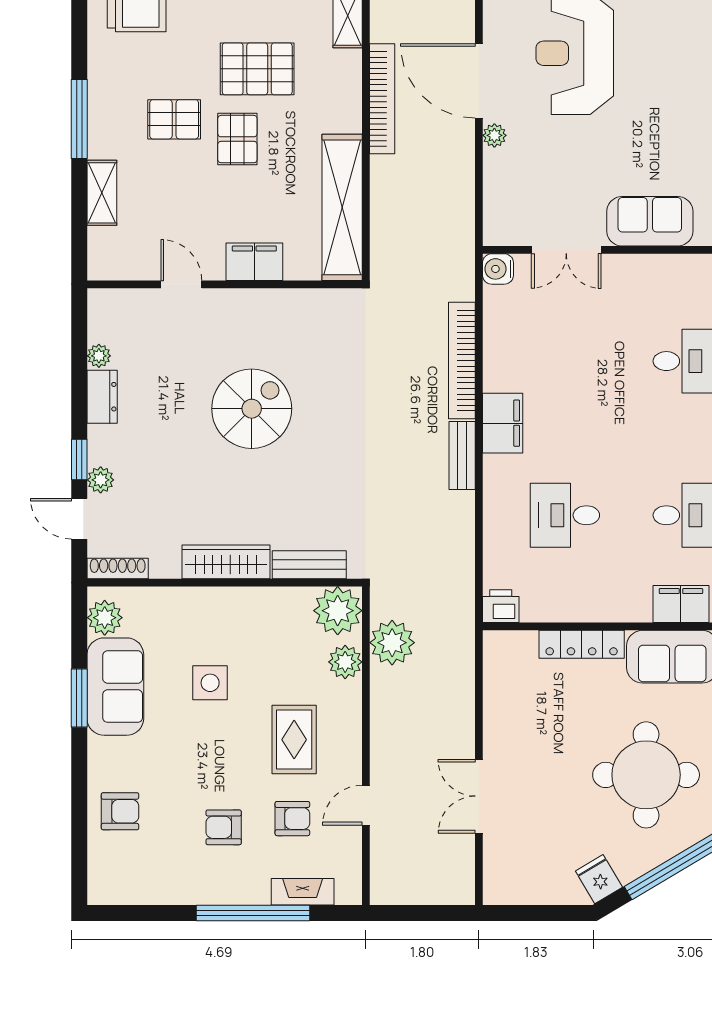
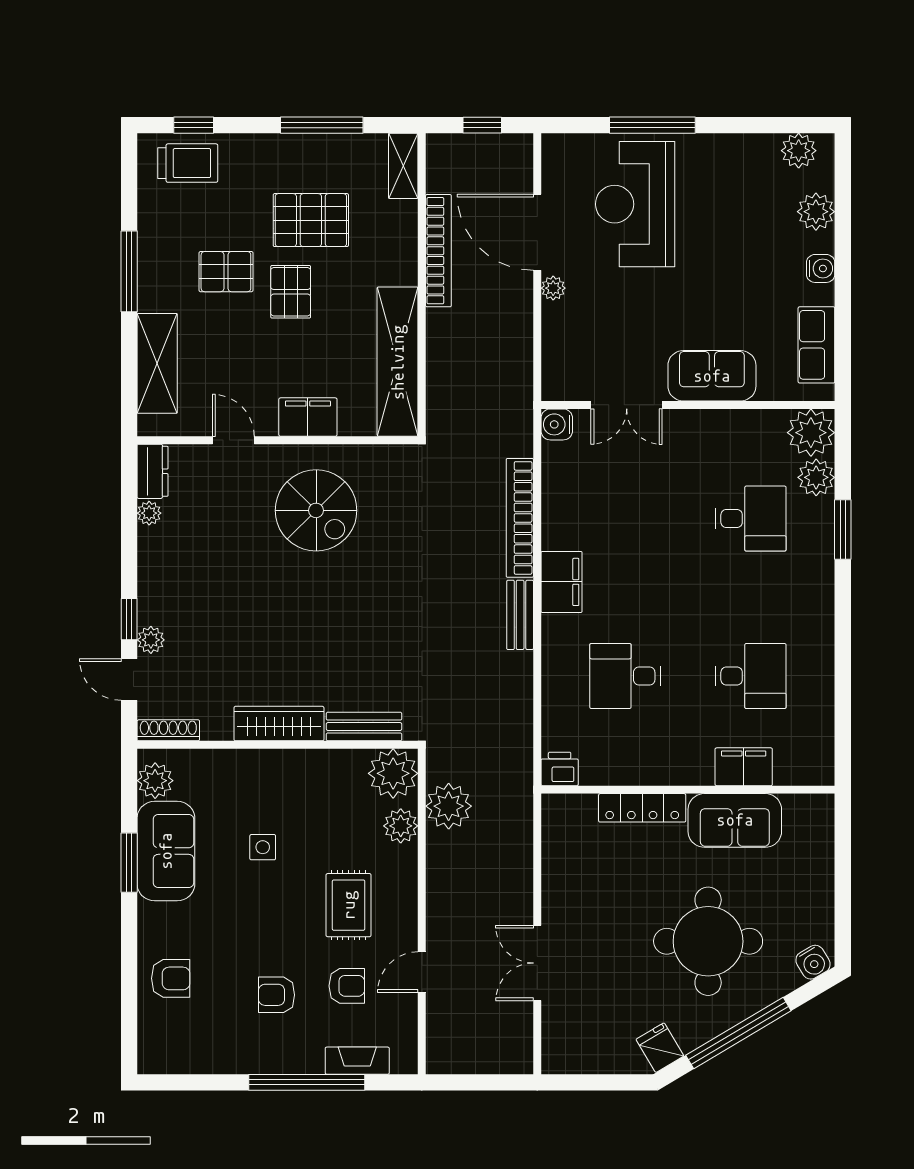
shelving: (102, 193) -> (157, 363), width x1.50, depth x1.33
dresser: (102, 397) -> (152, 471), moved
spiral stairs: (252, 409) -> (316, 510), moved, turned 90
side table: (210, 683) -> (263, 847), width x0.73, depth x0.73

